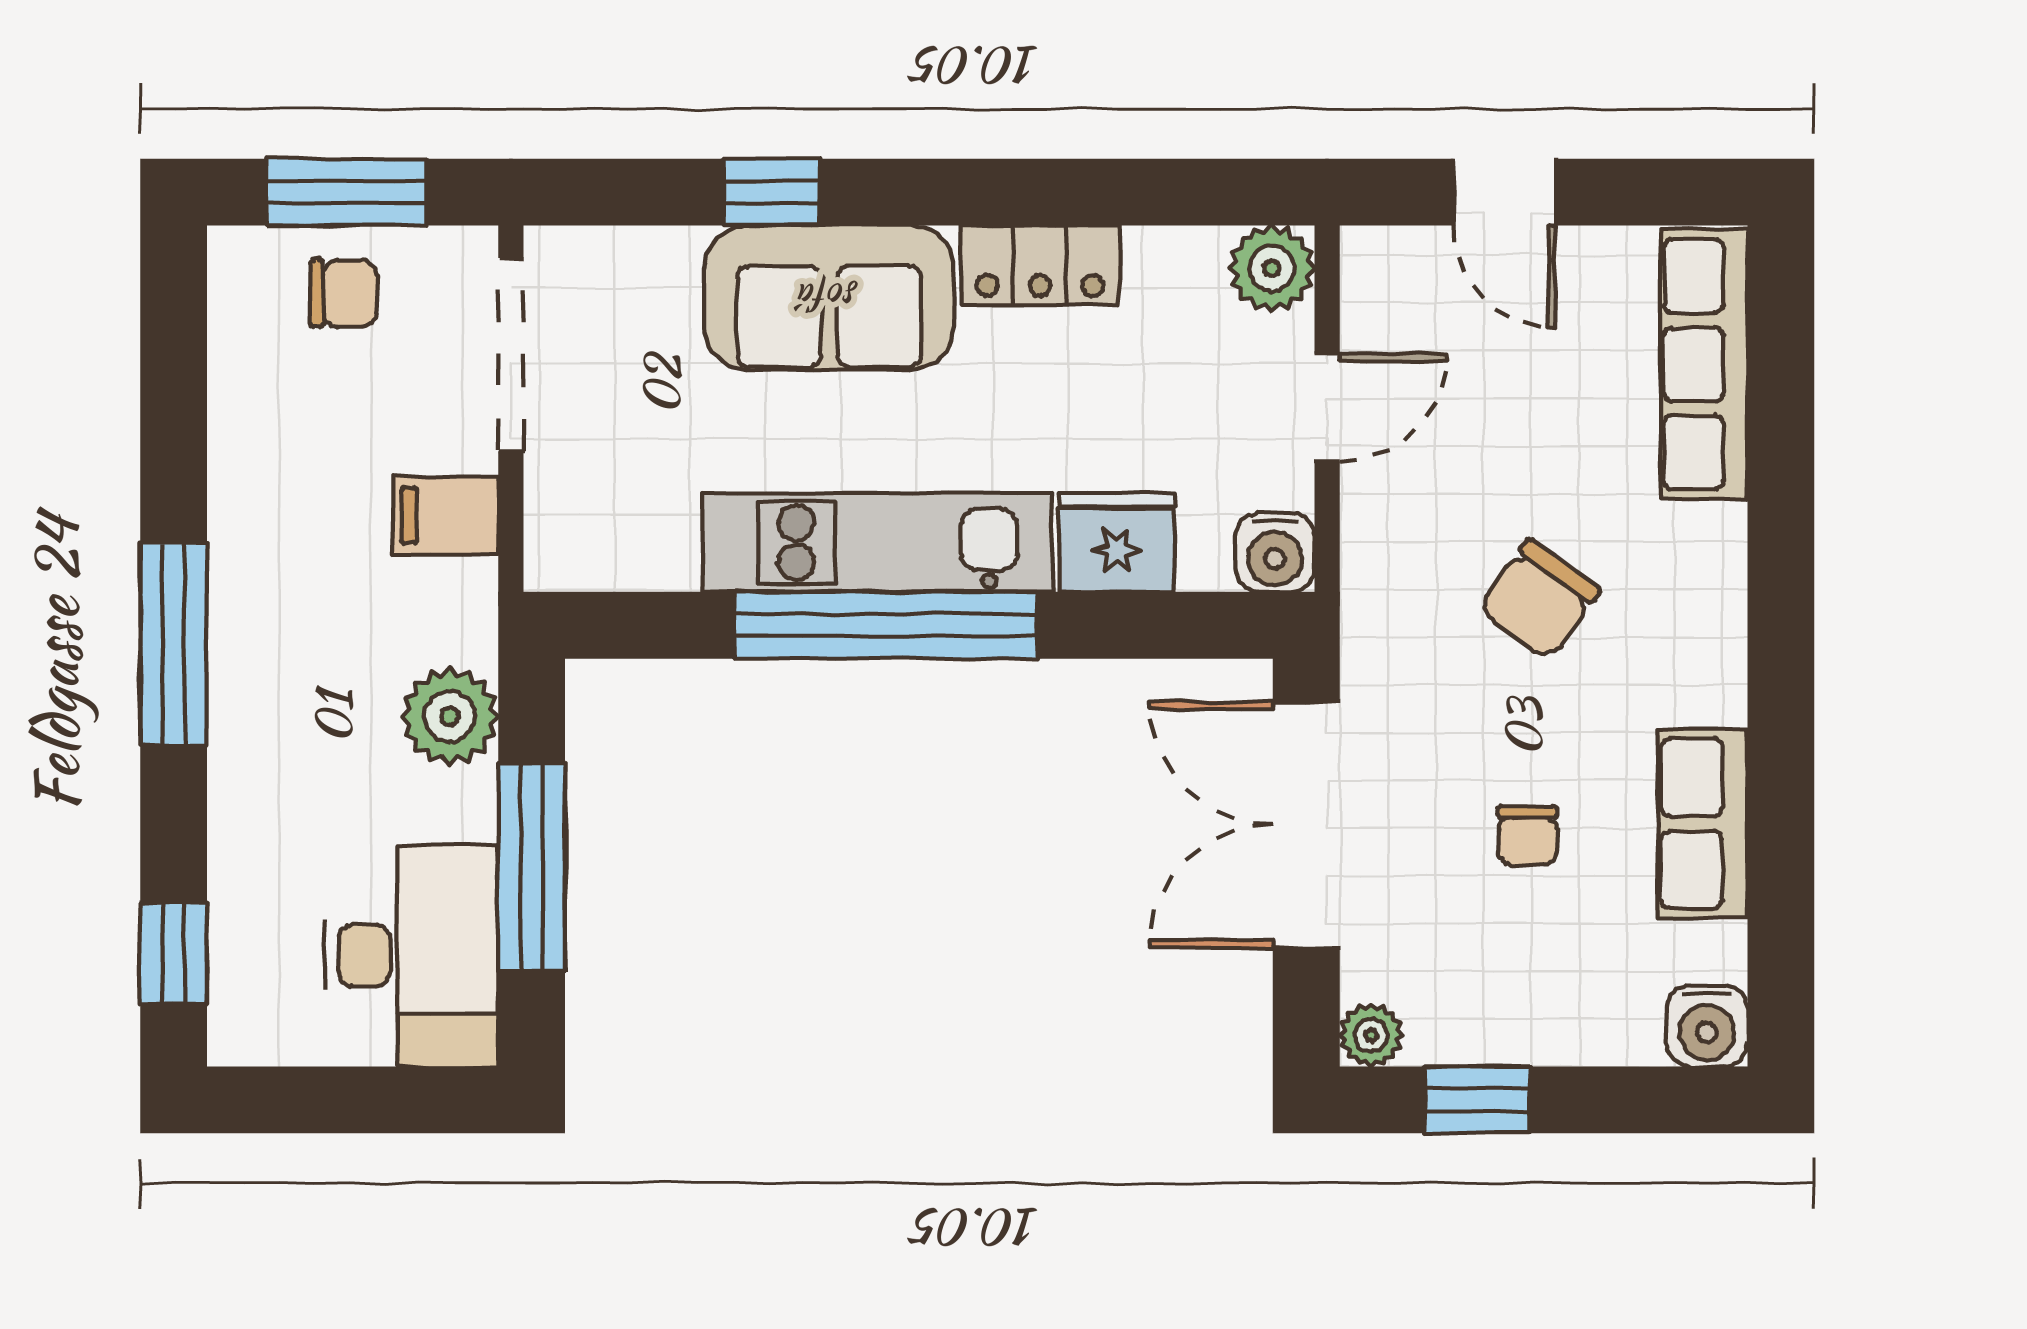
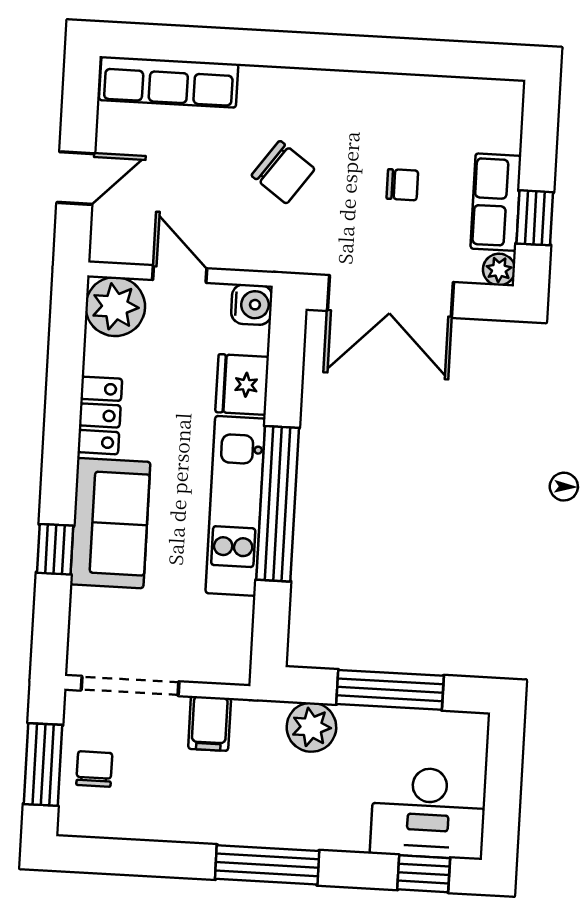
plant: (1272, 268) -> (115, 307), width x1.36, depth x1.36
row of seats: (1703, 824) -> (496, 202), moved, turned 90
desk: (411, 956) -> (428, 813), moved, turned 180
water cooler: (1707, 1026) -> (504, 99), removed

